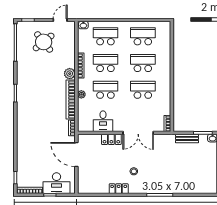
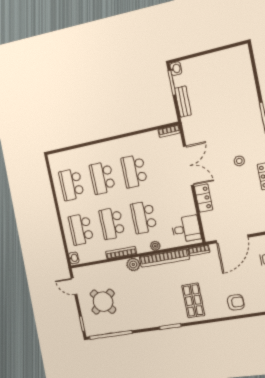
shop shelf: (34, 115) -> (193, 300), added
desk: (103, 121) -> (186, 229), moved
armchair: (27, 148) -> (236, 302), added

